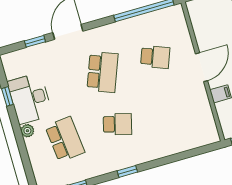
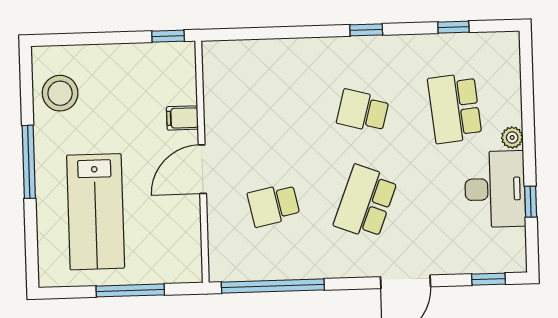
window: (35, 41) -> (488, 279), moved
school desk: (155, 57) -> (274, 205), turned -33

